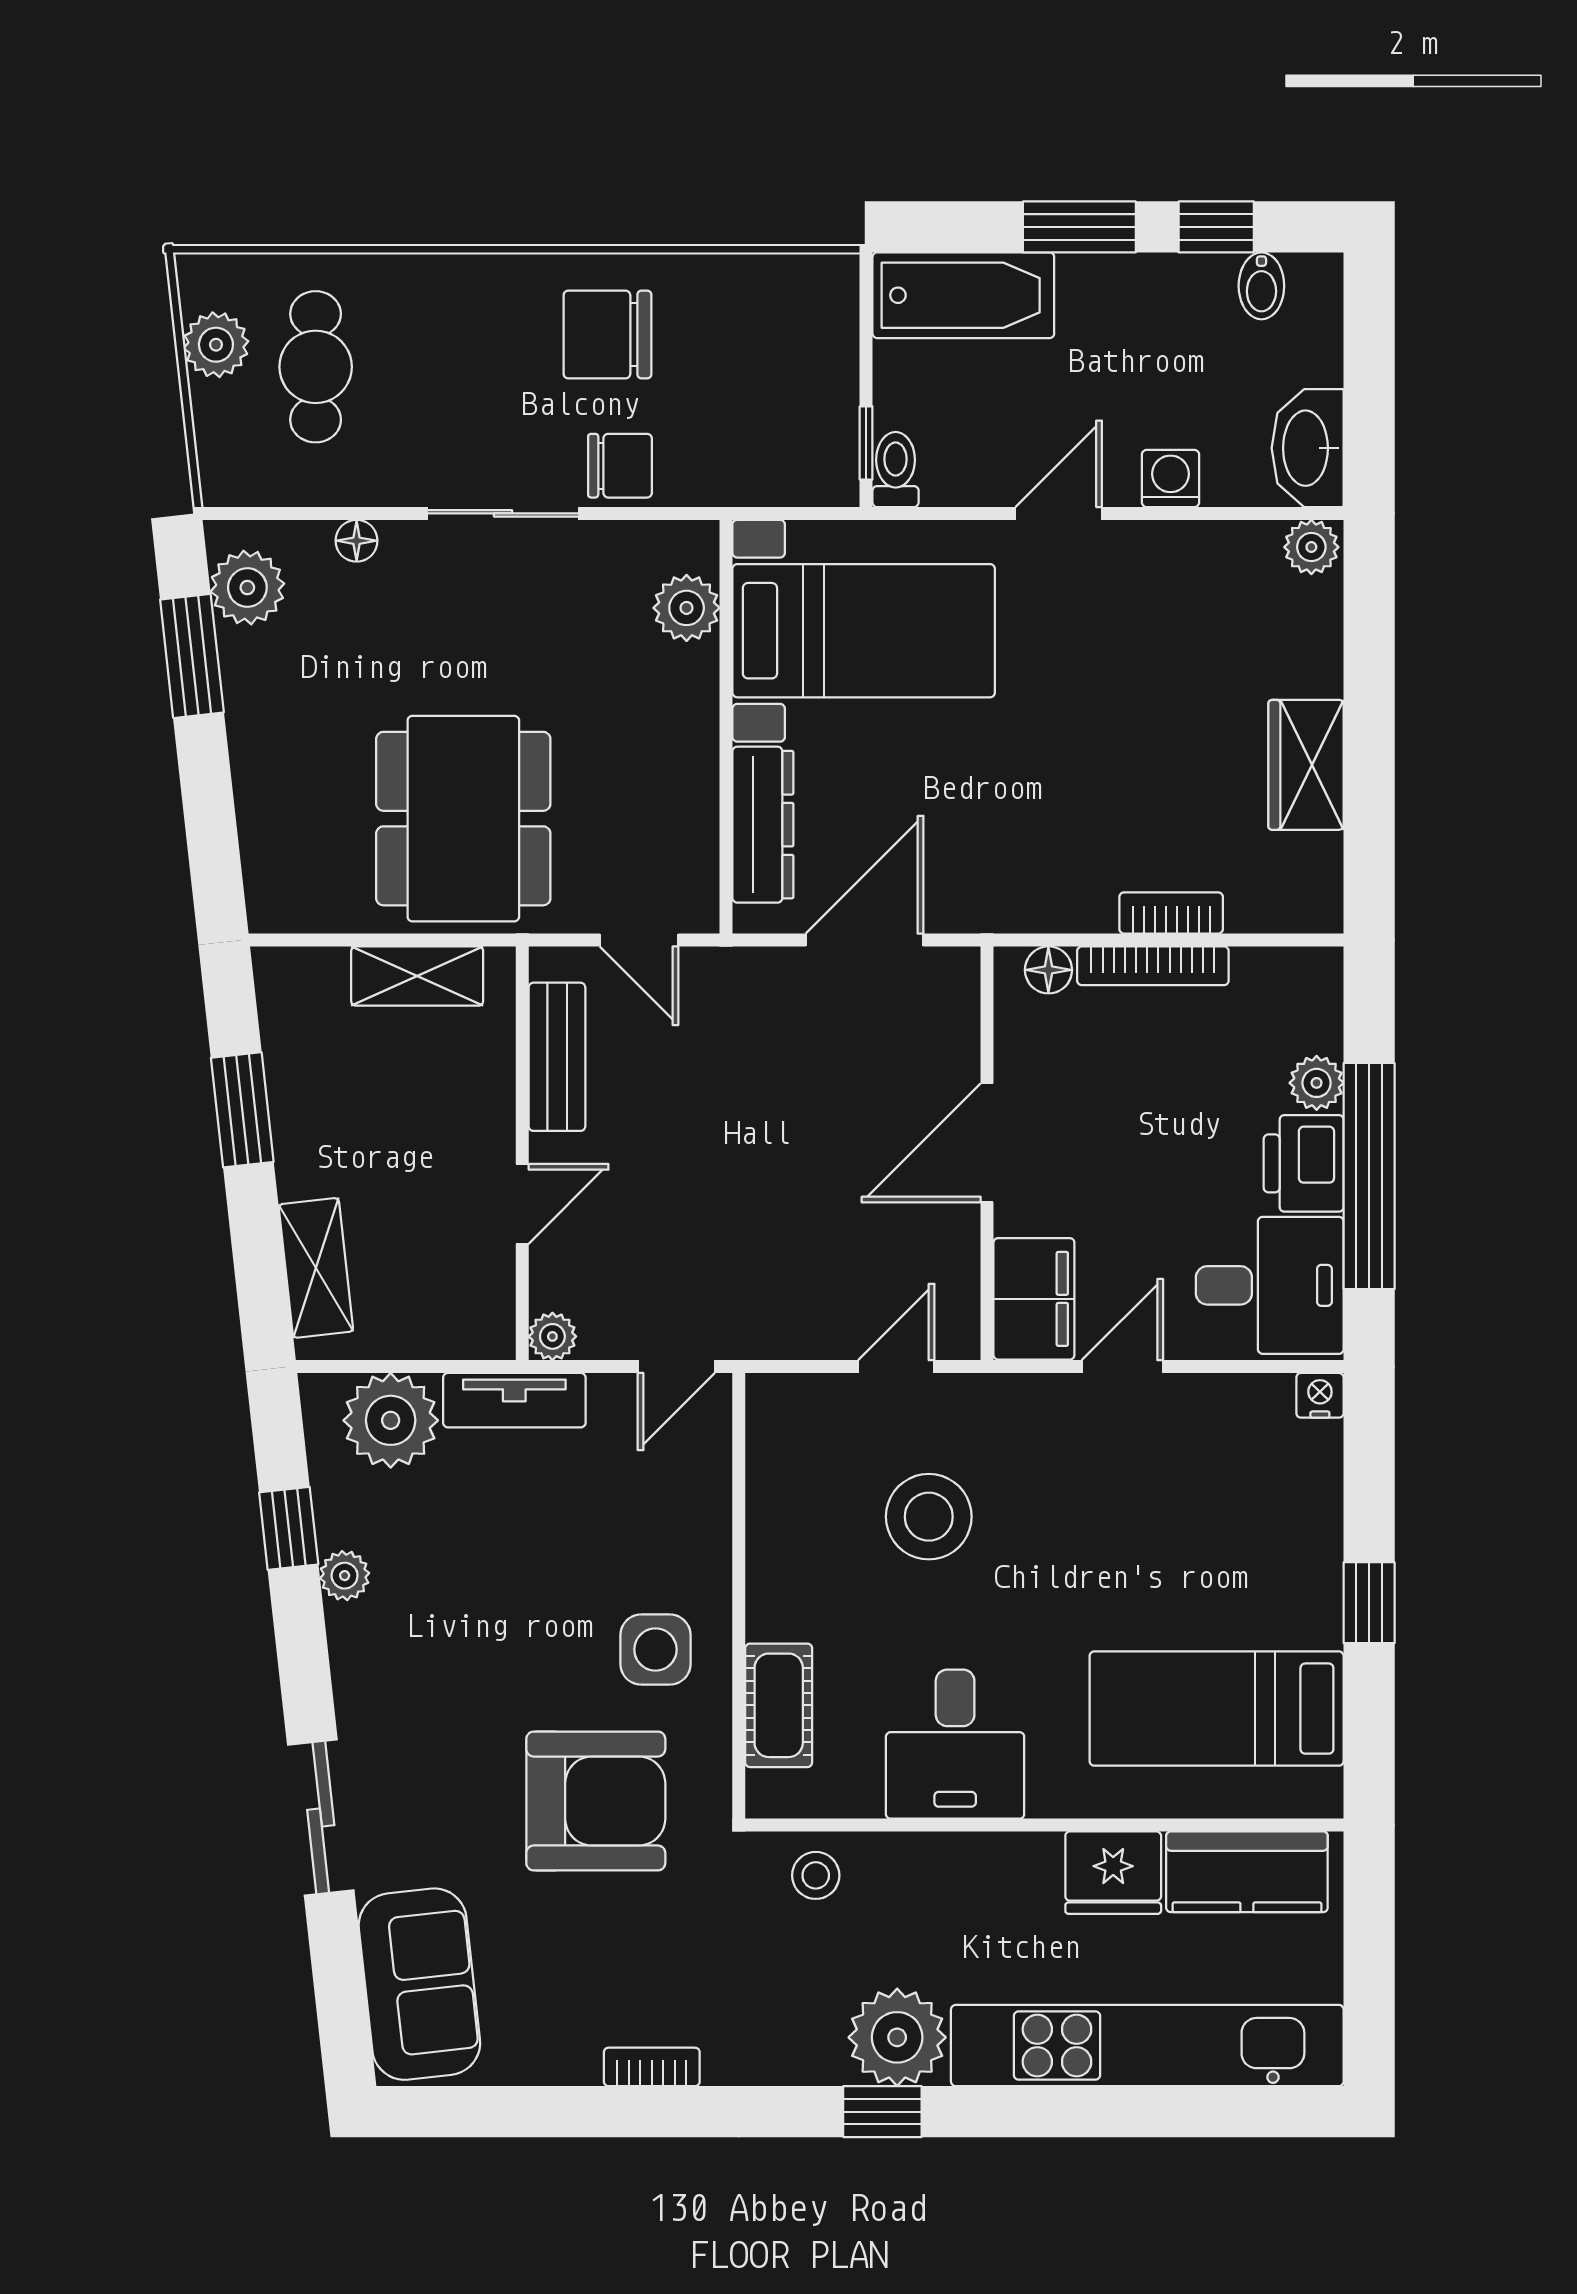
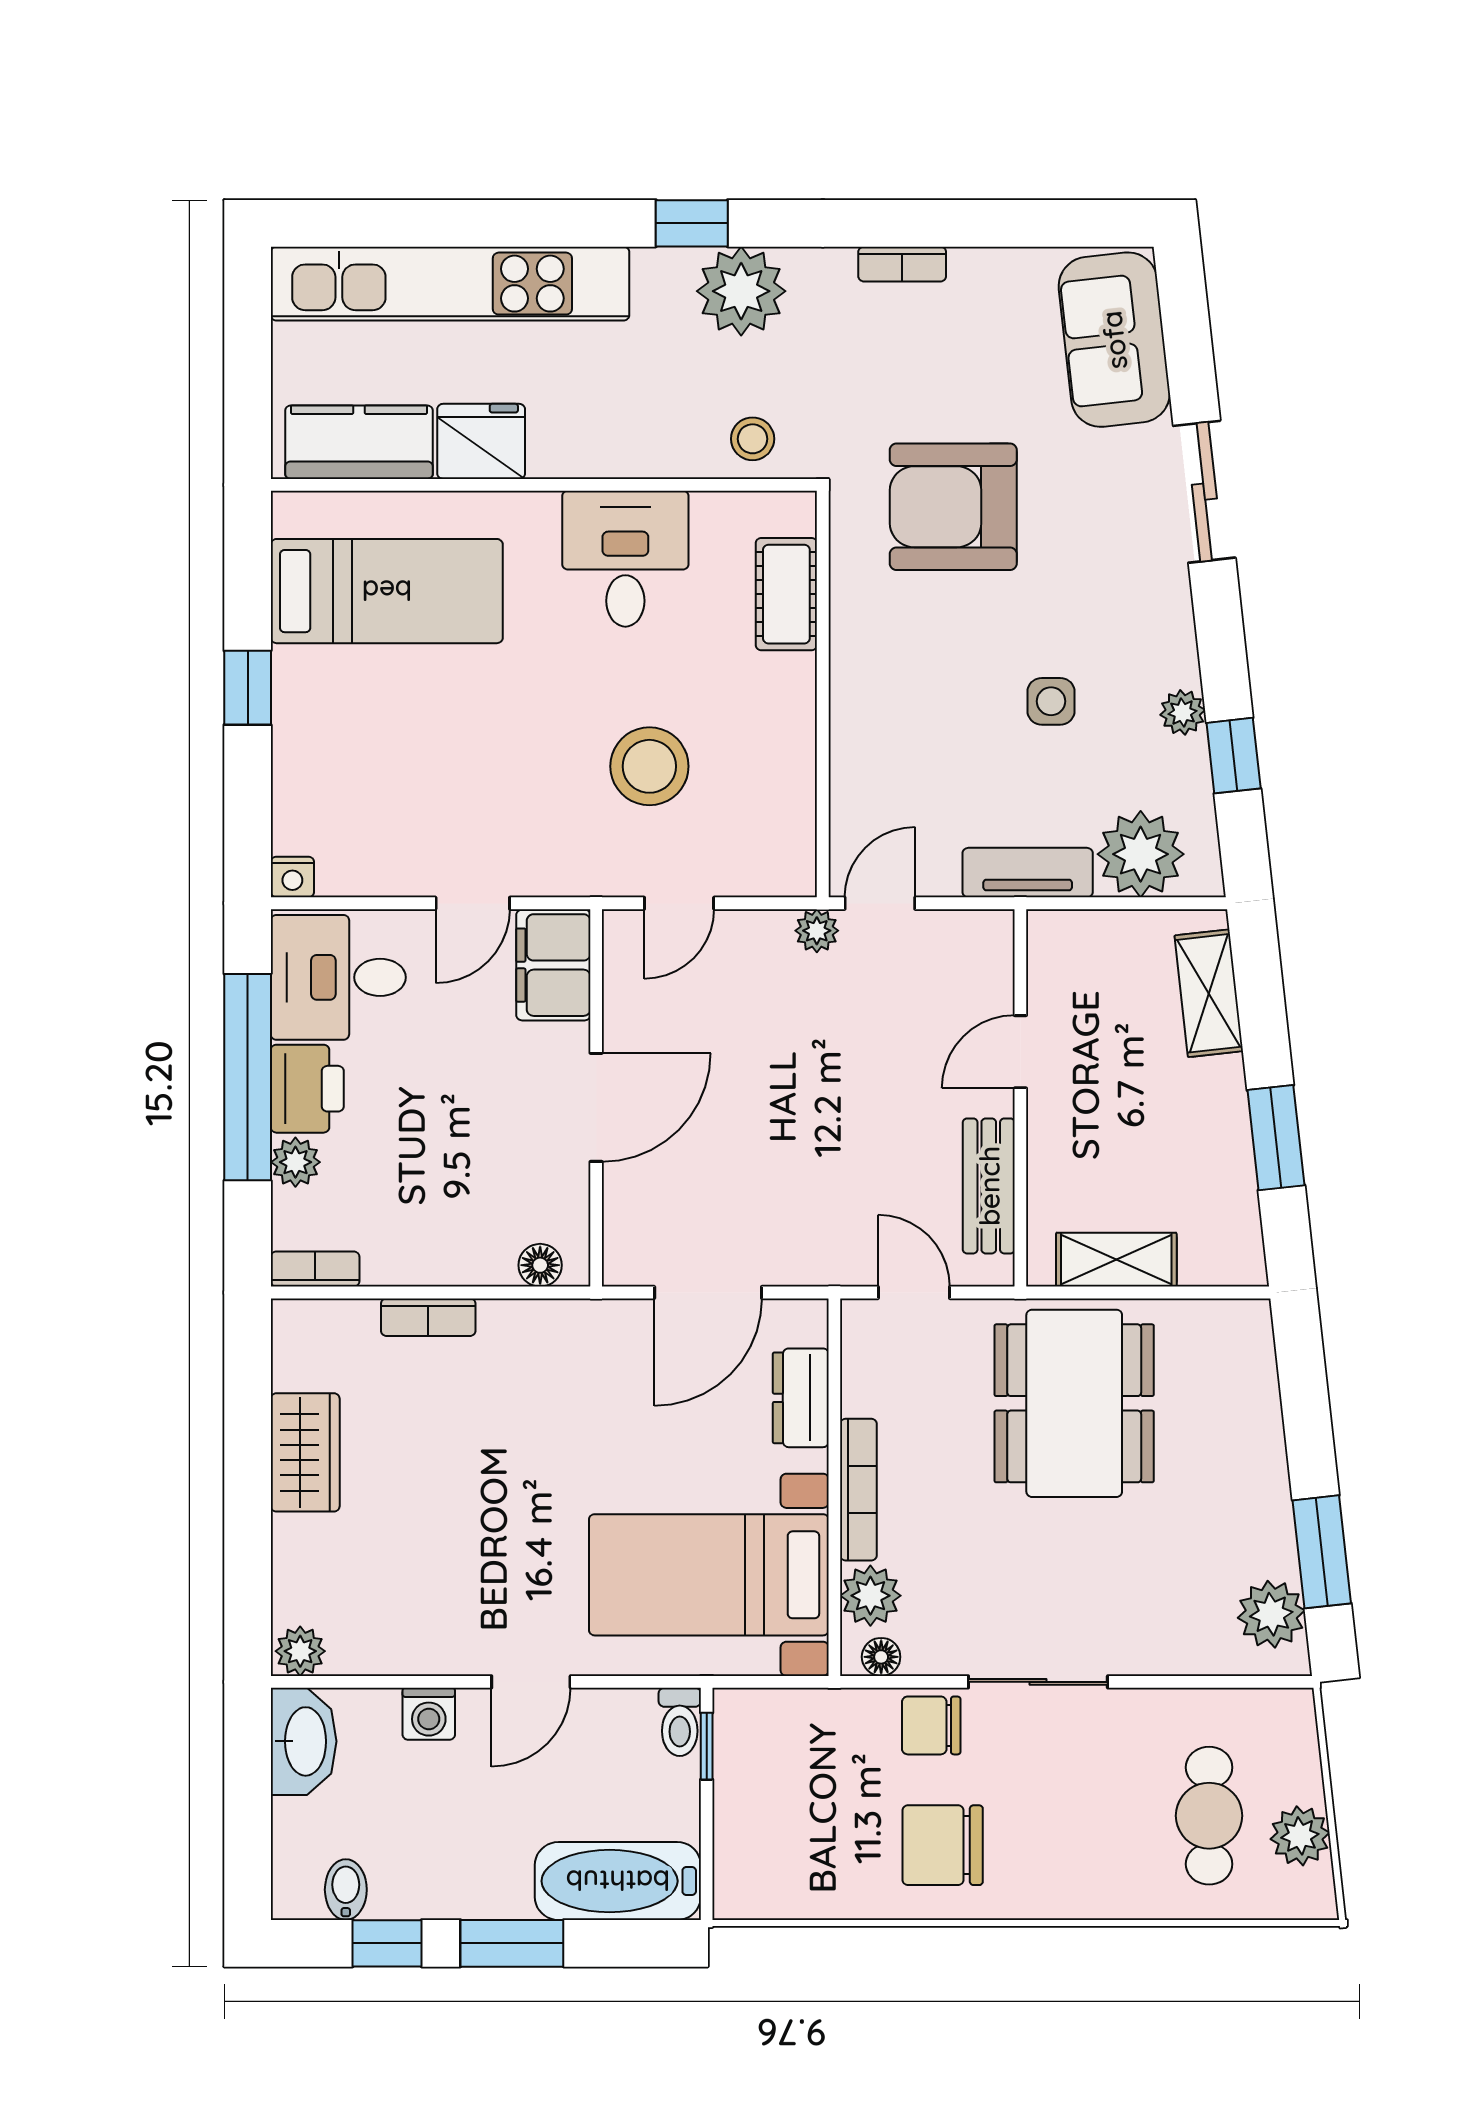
chair: (607, 335) -> (943, 1845), turned 180
floor lamp: (357, 541) -> (881, 1657), moved
bookcase: (700, 724) -> (858, 1490), added
dresser: (763, 825) -> (801, 1398), width x0.70
bookcase: (1153, 966) -> (315, 1269), moved, width x0.64
plant: (552, 1336) -> (817, 931), moved
side table: (655, 1650) -> (1051, 701), moved, width x0.73, depth x0.73
plant: (897, 2037) -> (741, 291), moved

